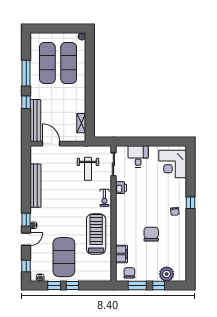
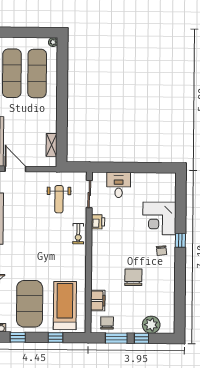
corner desk: (173, 164) -> (159, 218), moved
treadmill: (96, 234) -> (65, 306), moved
window: (72, 285) -> (56, 338), moved

